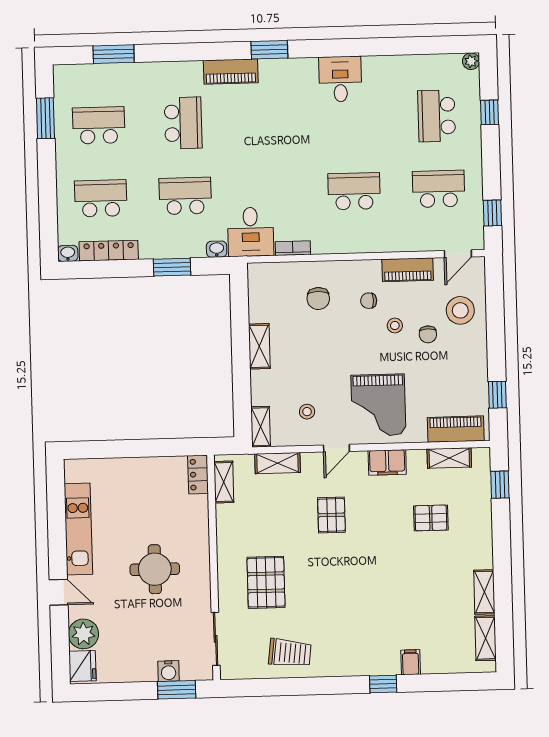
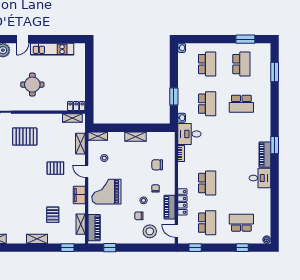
piano: (231, 72) -> (265, 155), moved
locker: (109, 251) -> (182, 202), moved
shelving: (484, 592) -> (37, 239), moved

